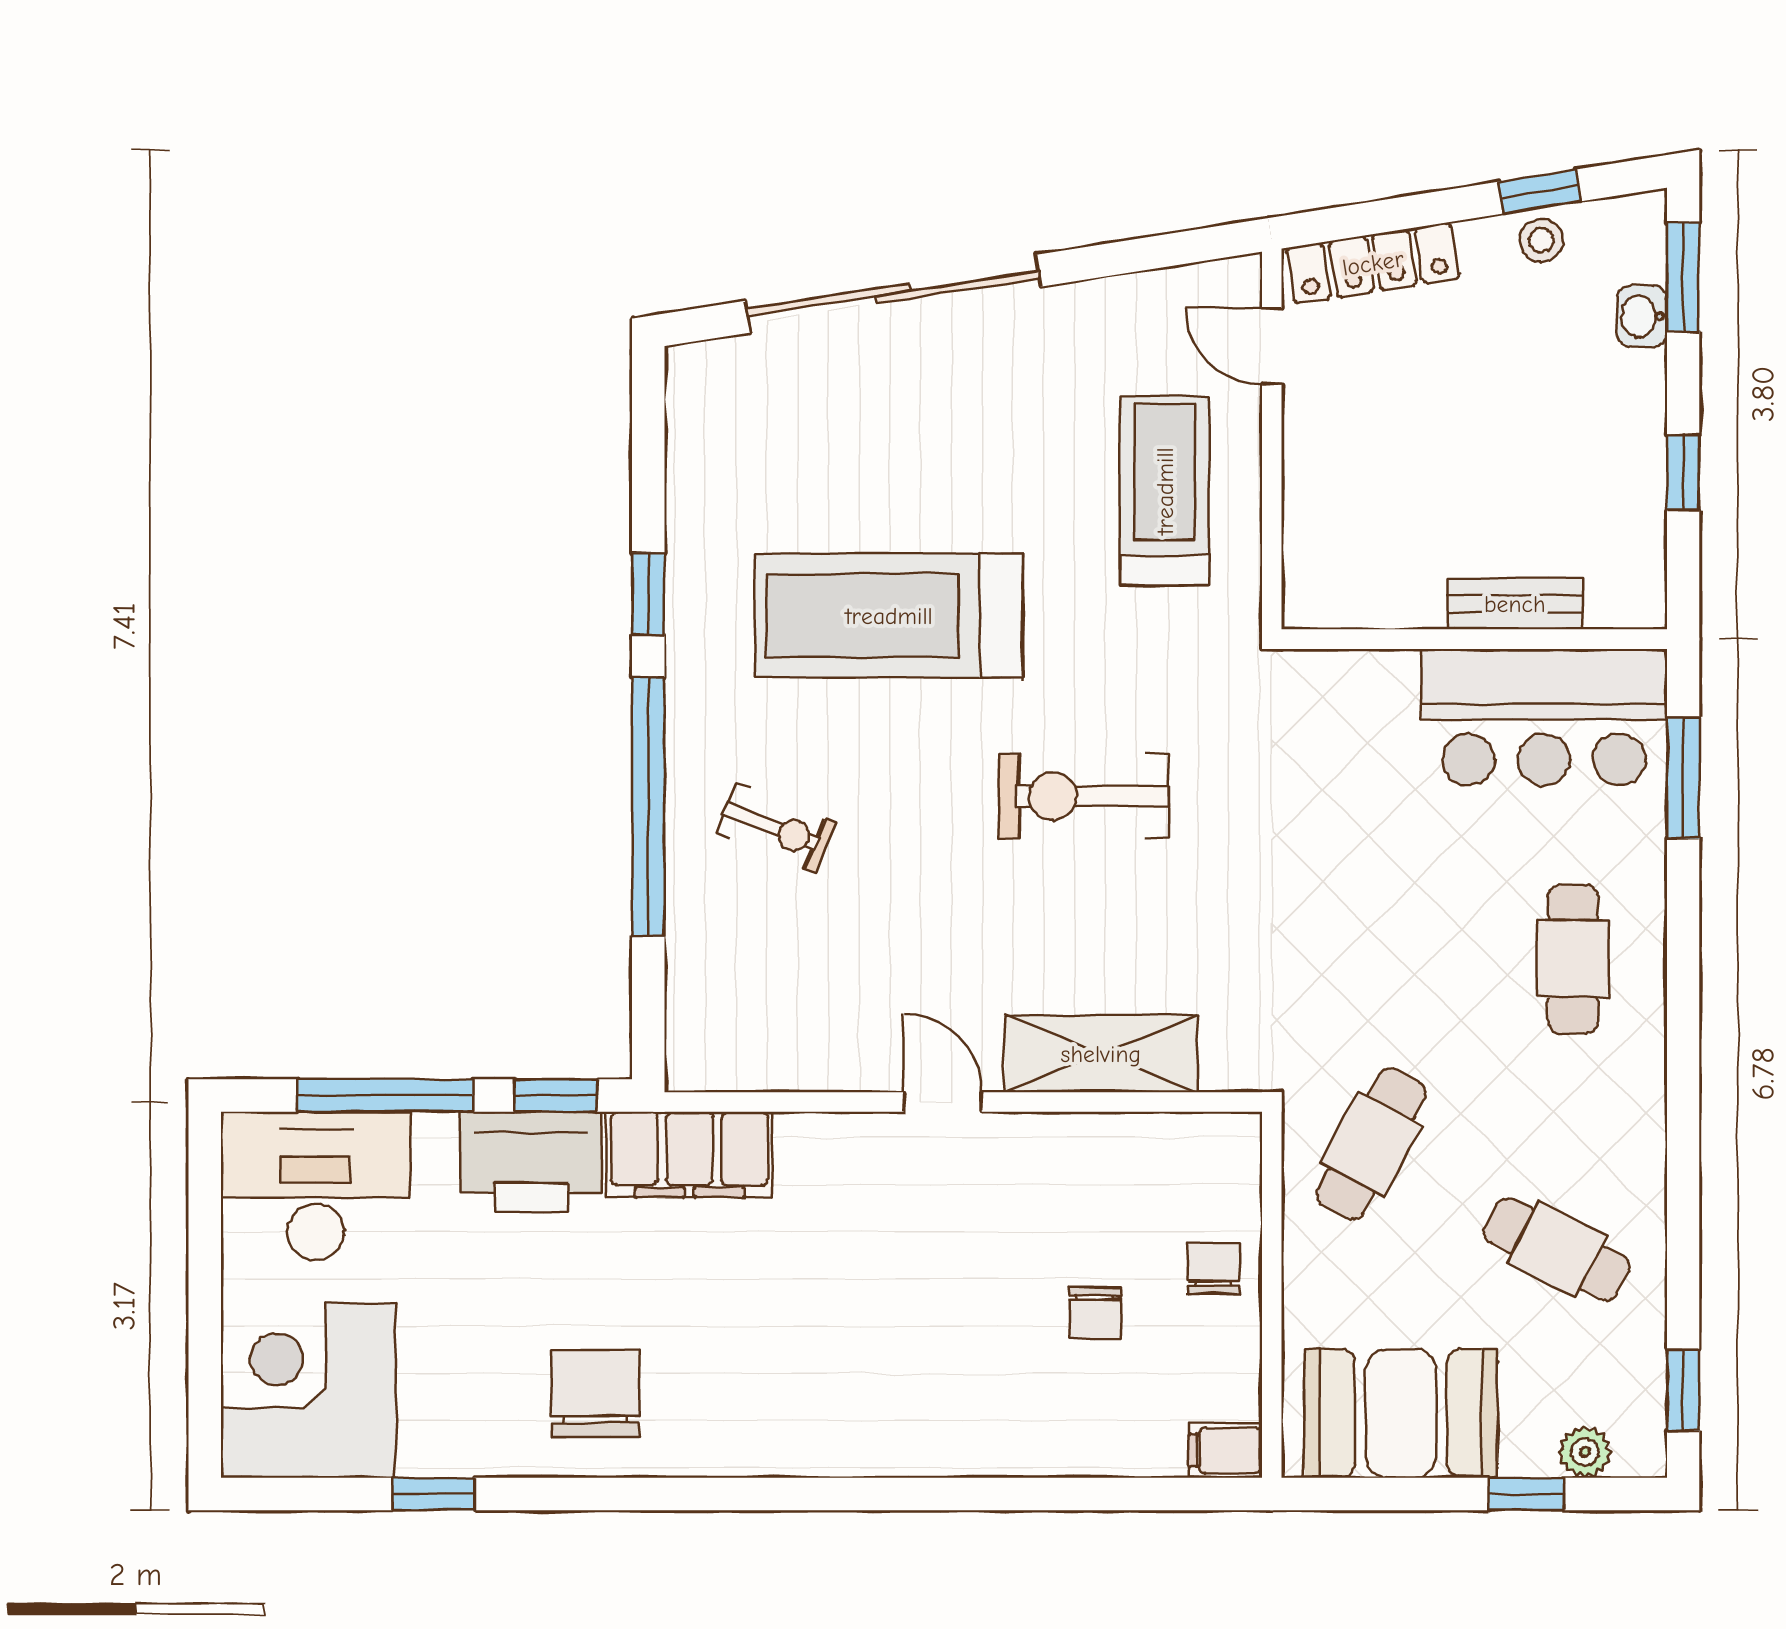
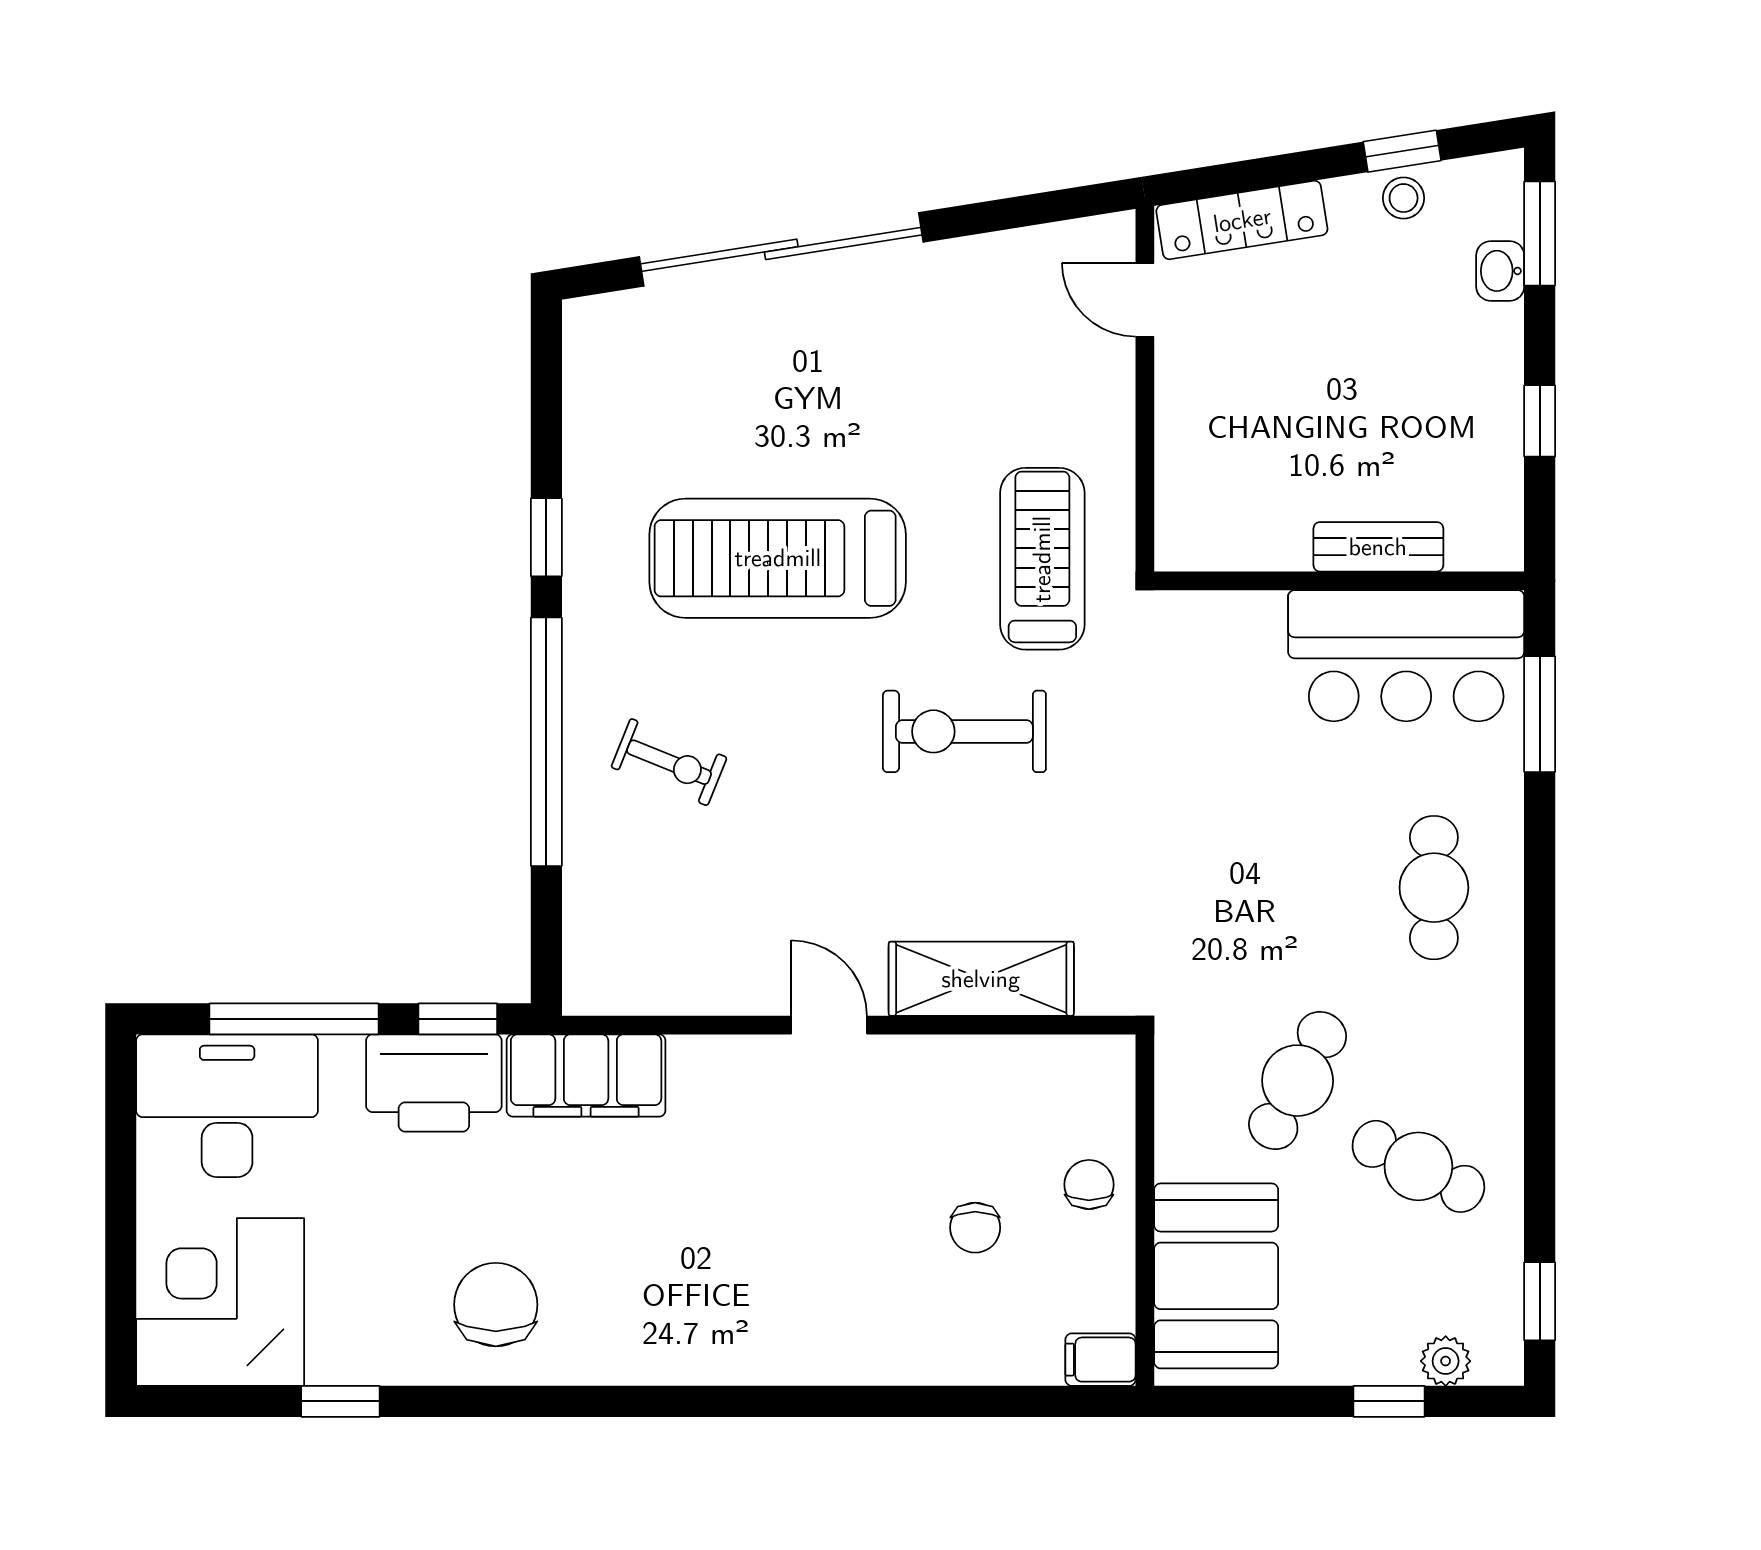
treadmill: (1165, 491) -> (1042, 559), moved
cafe table: (1371, 1144) -> (1298, 1081), moved
booth: (1401, 1413) -> (1216, 1276), moved, turned 90

